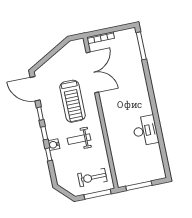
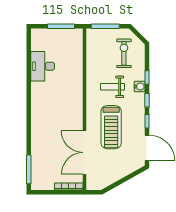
treadmill: (72, 101) -> (111, 127), turned 180
desk: (145, 131) -> (43, 66), moved
weight bench: (79, 139) -> (113, 87), turned 180
exercise bike: (92, 178) -> (124, 53), moved, turned -90

